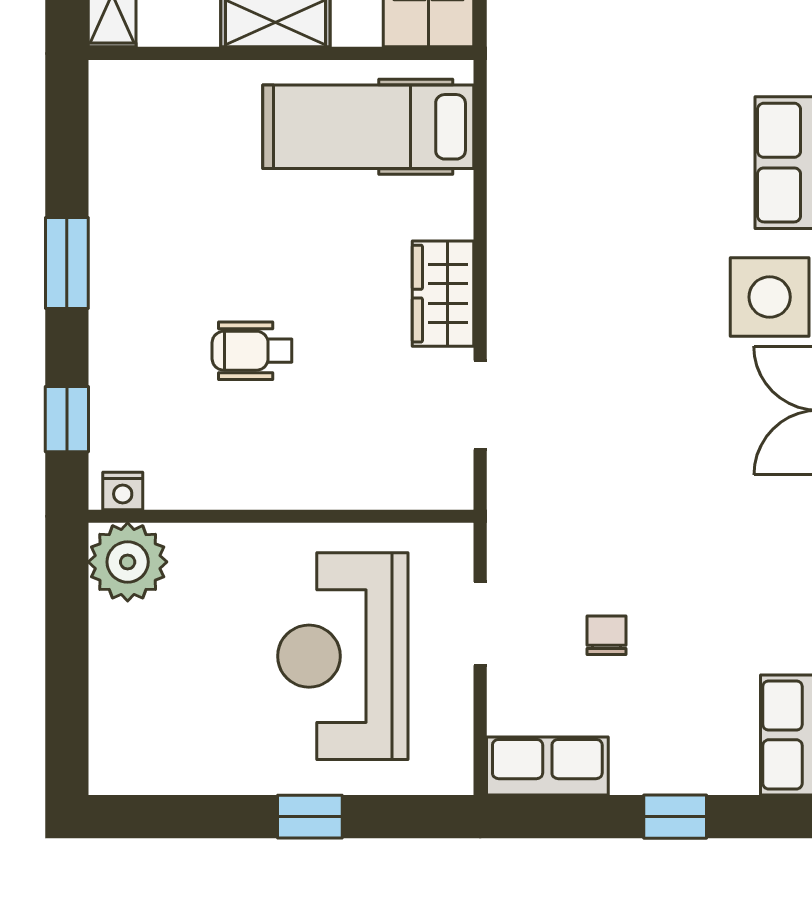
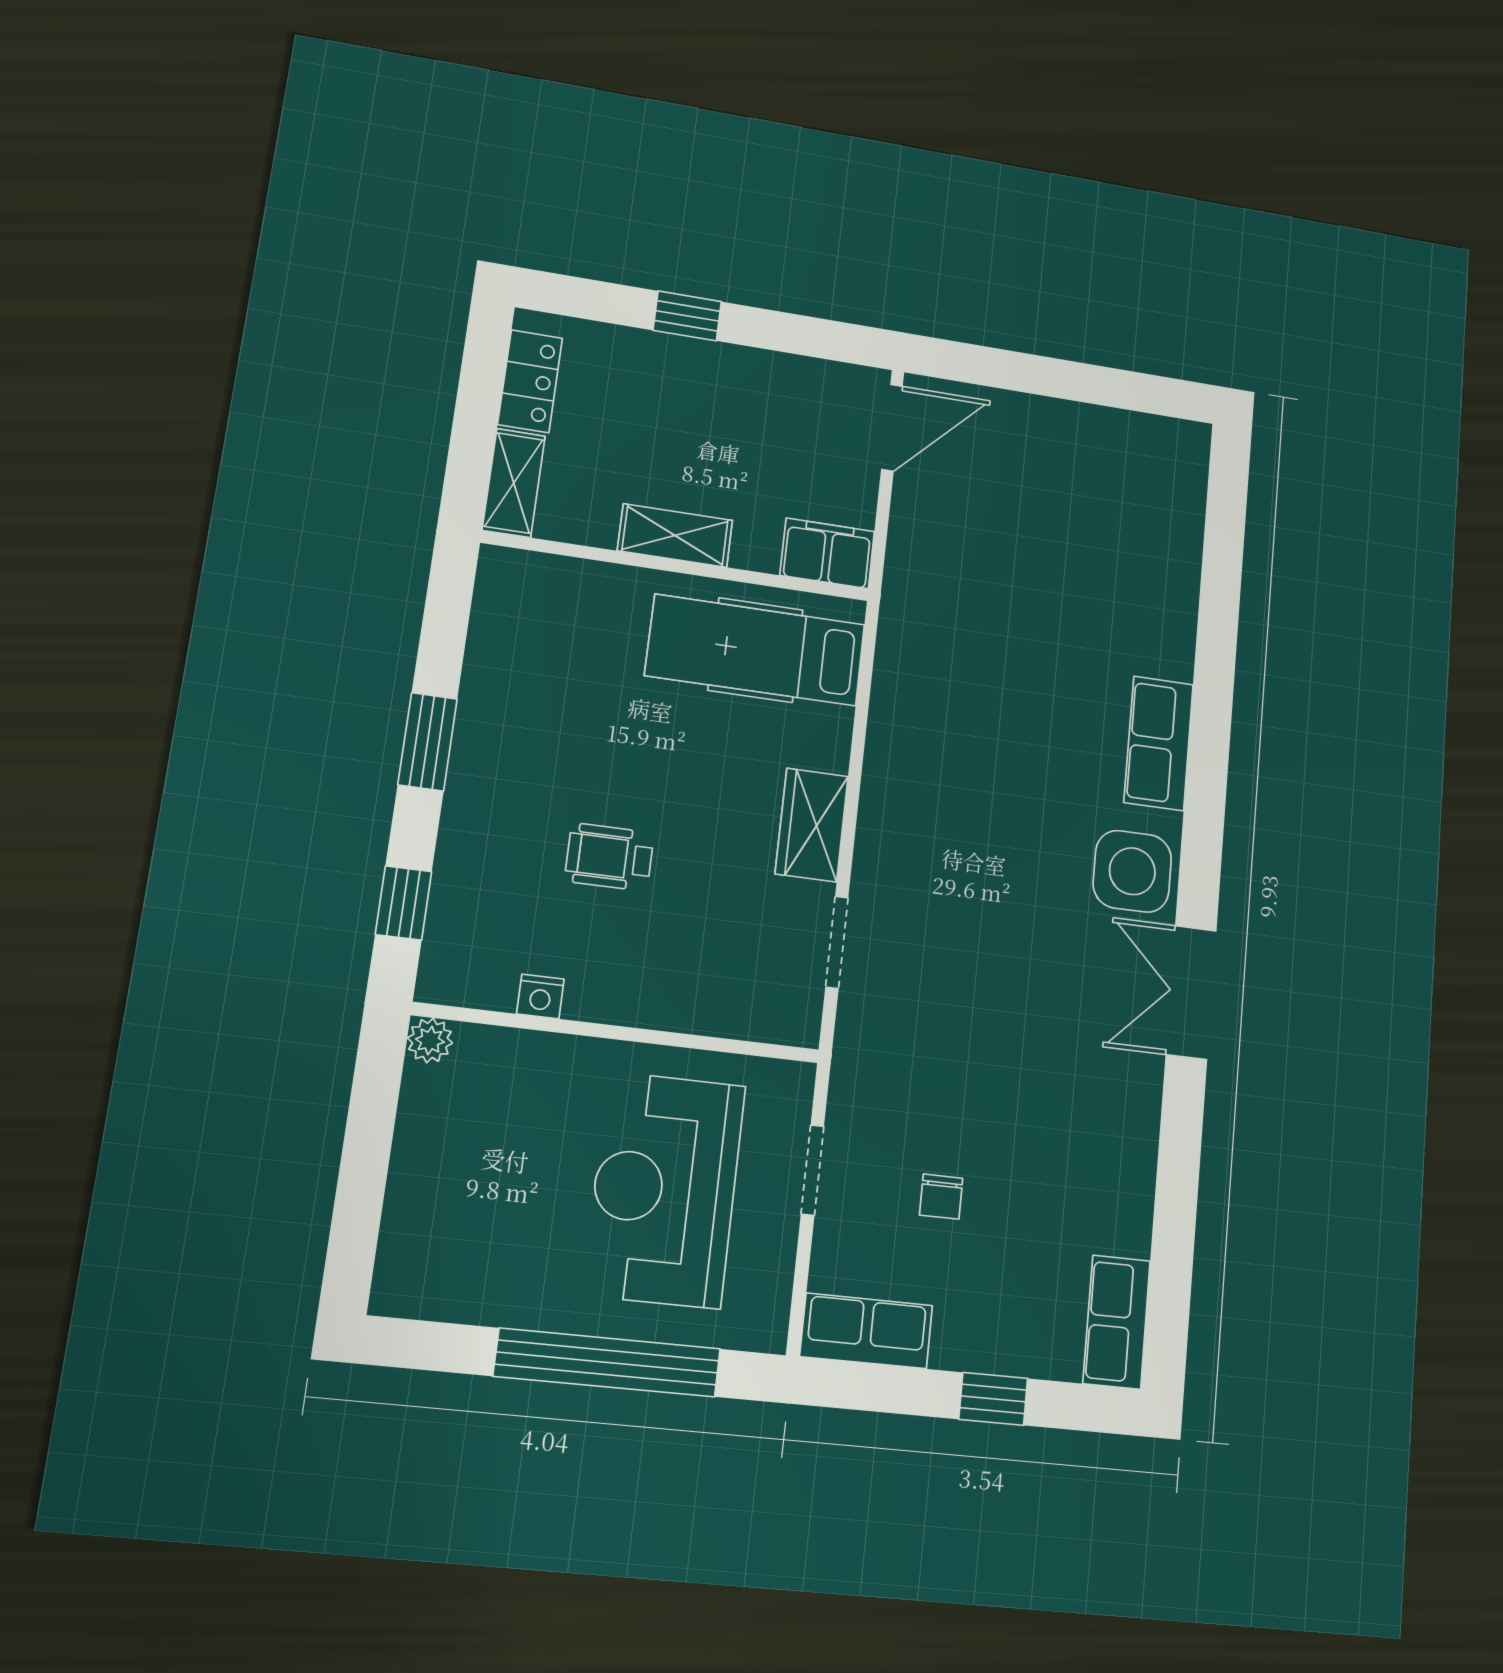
nightstand: (123, 491) -> (540, 996), moved
plant: (128, 562) -> (430, 1040), width x0.53, depth x0.53
chair: (607, 635) -> (941, 1197), turned 180
window: (310, 817) -> (608, 1363), width x3.17

